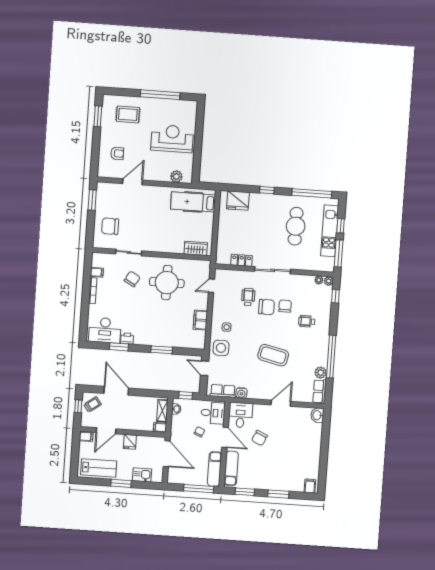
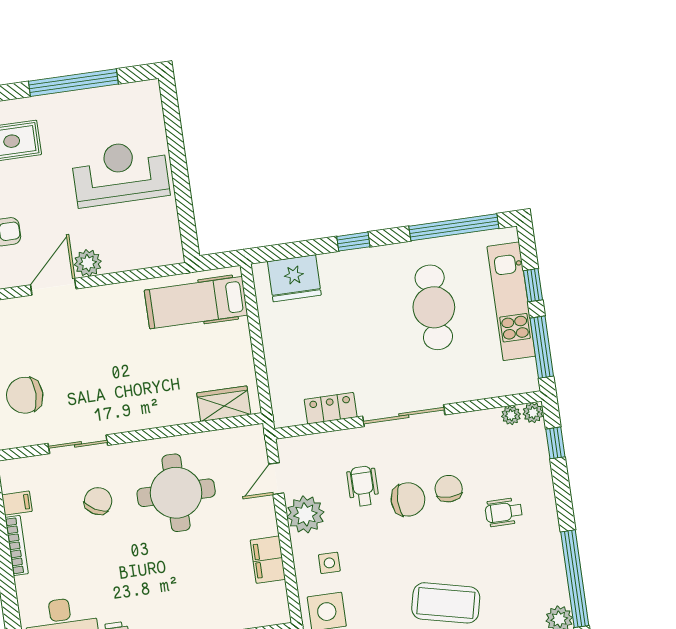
plant: (176, 177) -> (88, 263), moved
plant: (221, 304) -> (305, 514), added

